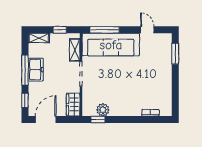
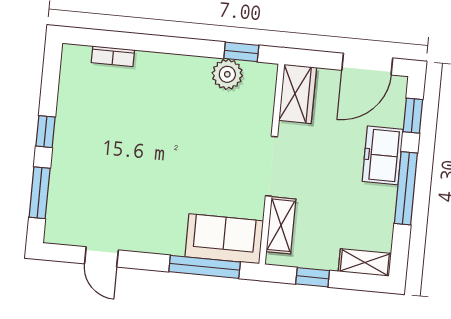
sofa: (111, 45) -> (224, 239), width x0.54, depth x0.79
freezer: (36, 70) -> (383, 155), moved
window: (175, 79) -> (45, 132), added

